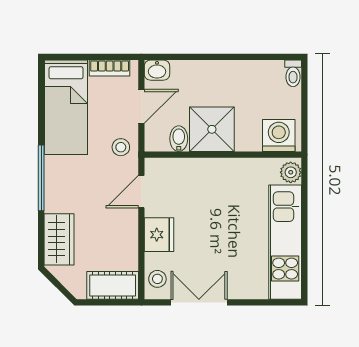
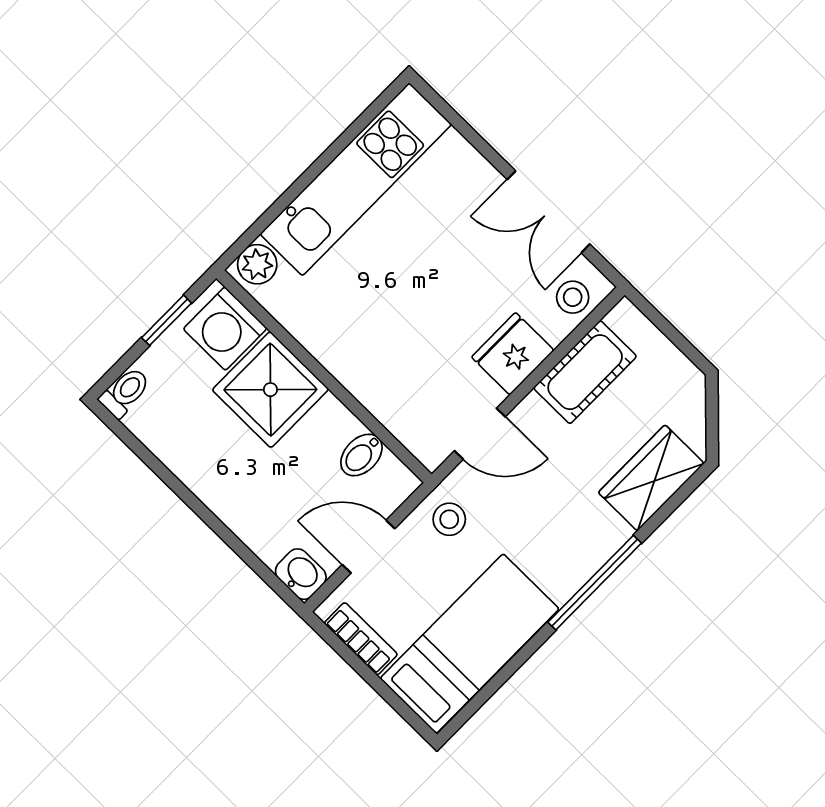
window: (304, 117) -> (167, 320), added
shower: (212, 129) -> (270, 390), moved
cot: (113, 285) -> (585, 372), moved, turned 90

